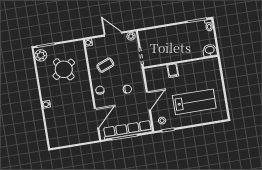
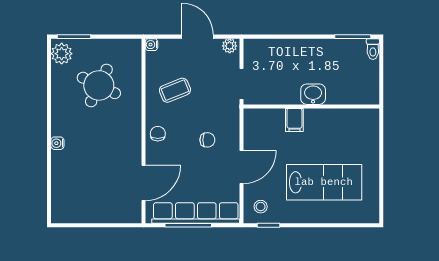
washbasin: (210, 50) -> (313, 94), moved
round table: (64, 69) -> (99, 85), turned -30

